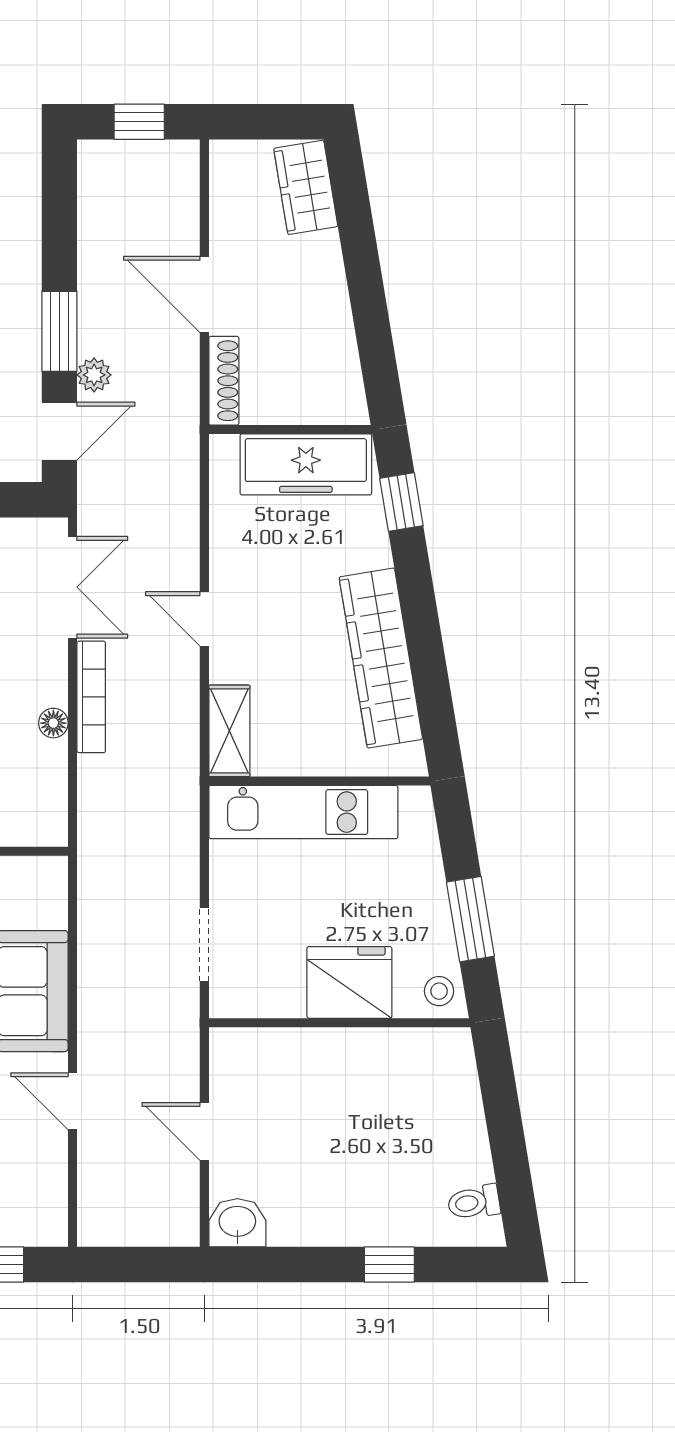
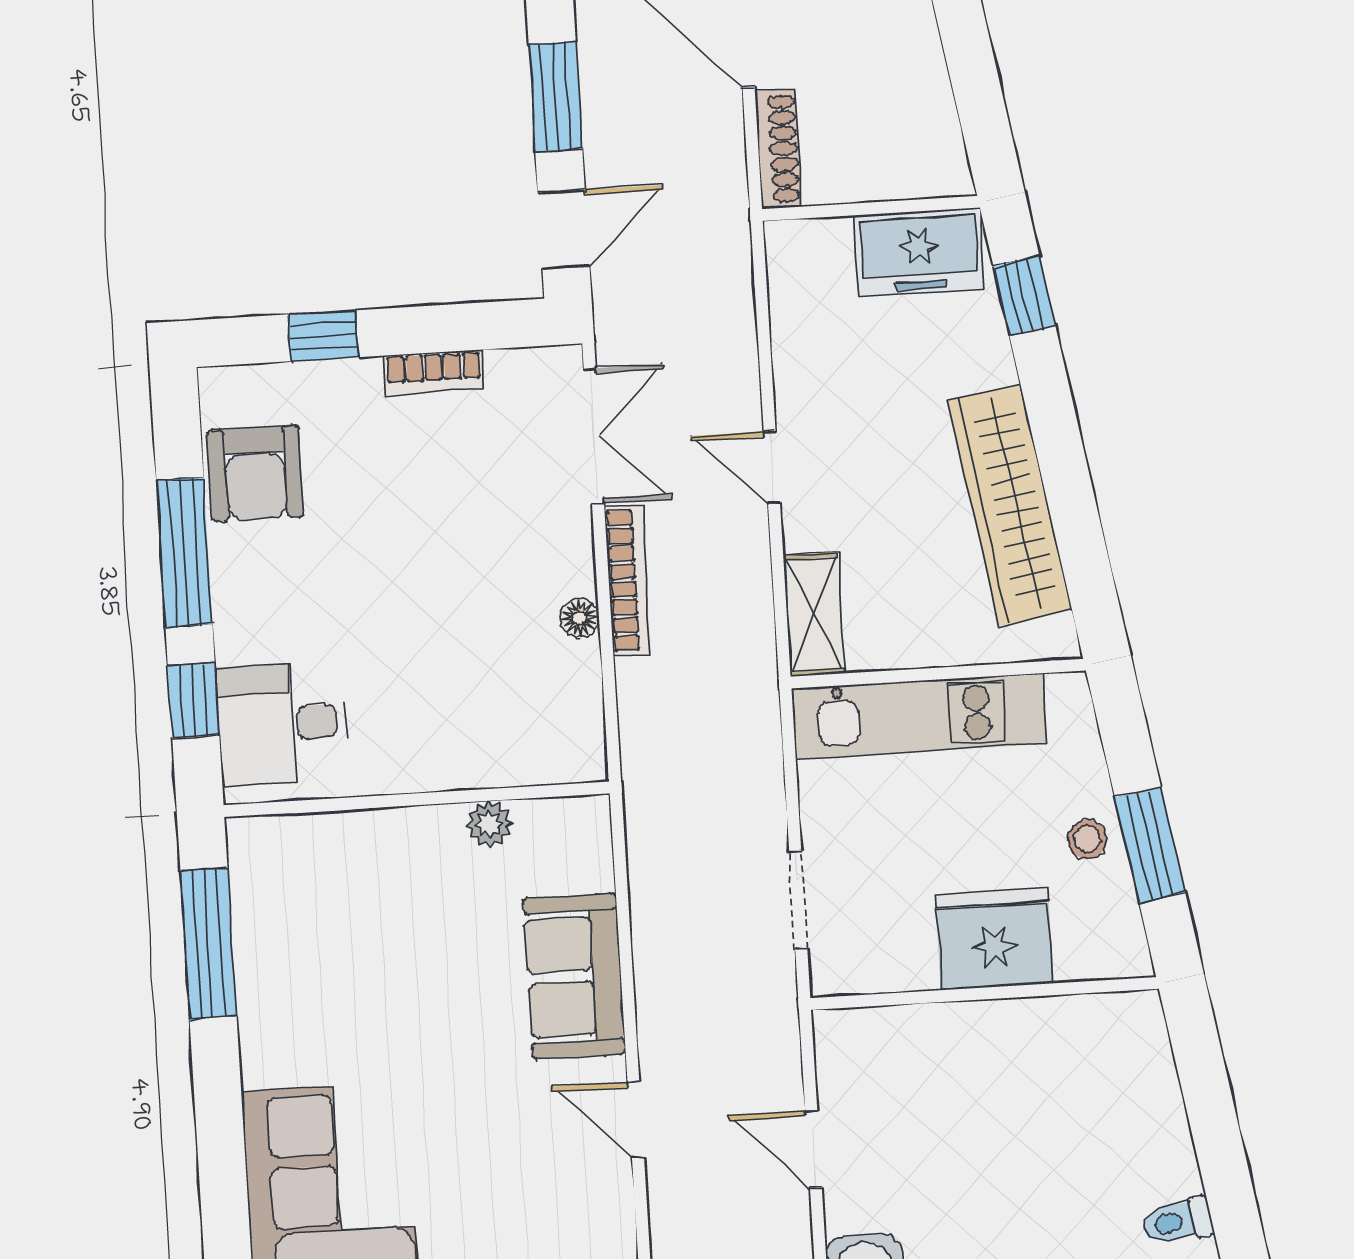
plant: (94, 375) -> (605, 152), removed
freezer: (306, 464) -> (919, 252), width x0.71
stool: (439, 991) -> (1087, 839), moved

